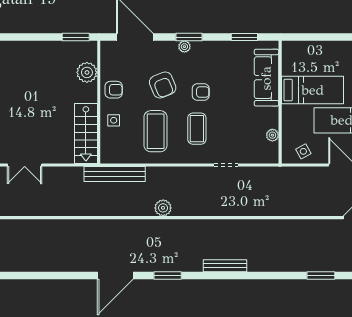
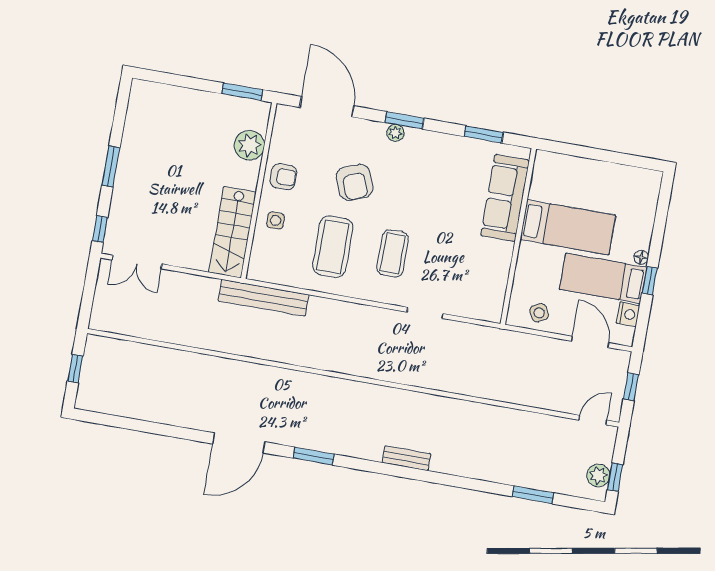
armchair: (201, 92) -> (407, 202), removed
plant: (272, 135) -> (499, 282), removed
plant: (163, 208) -> (324, 358), removed
bench: (225, 266) -> (406, 458), width x0.73

